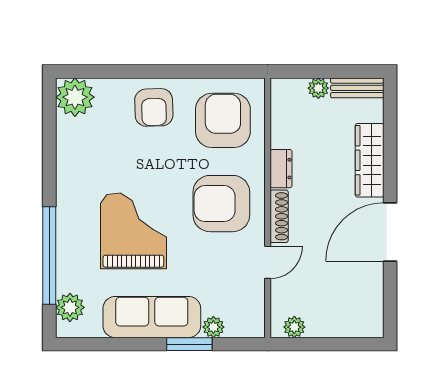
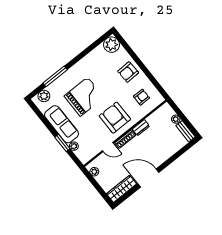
armchair: (223, 120) -> (141, 97), width x0.53, depth x0.53
wardrobe: (370, 160) -> (121, 189), moved
window: (49, 255) -> (55, 76), width x0.68

